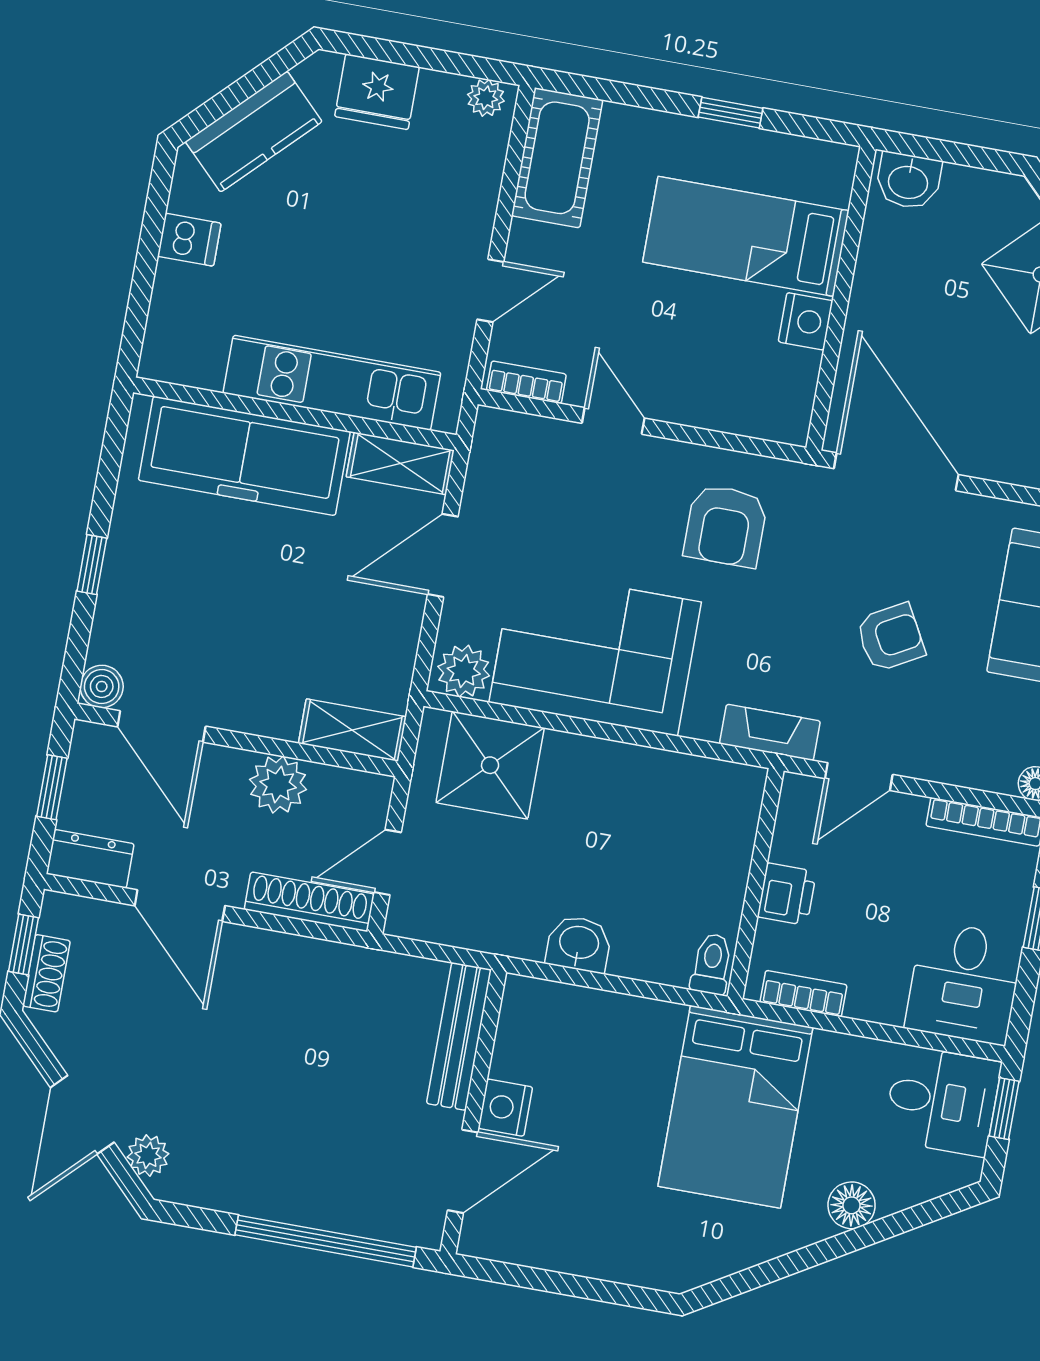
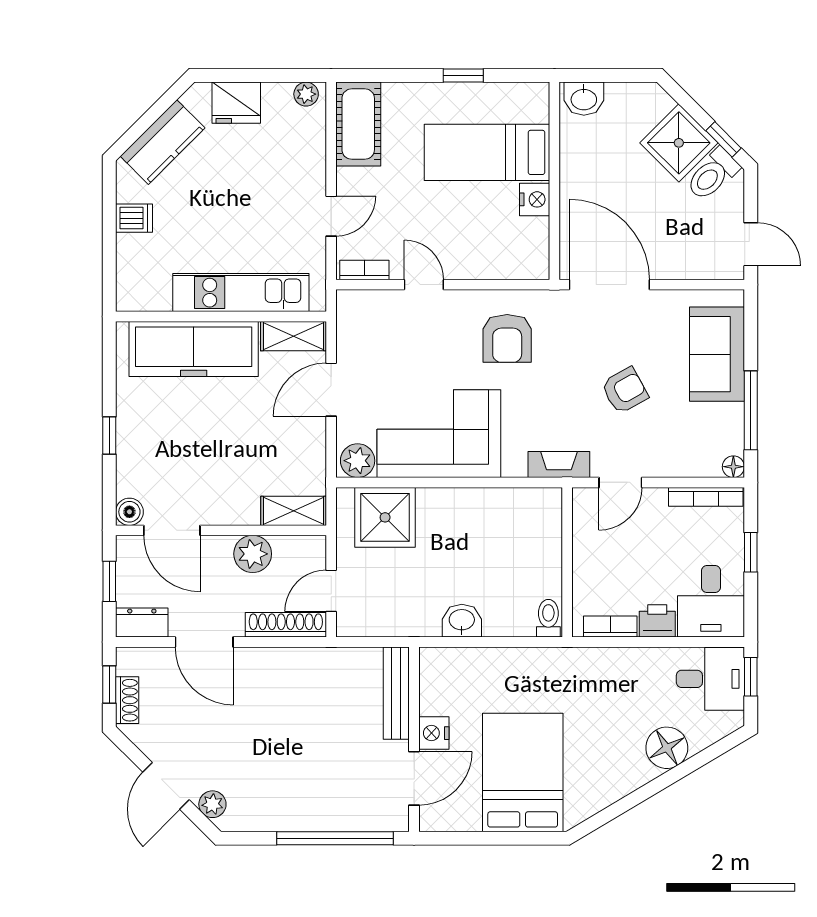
printer: (787, 894) -> (657, 621), moved, turned -90
bed: (735, 1107) -> (523, 773), moved, turned 180
floor lamp: (852, 1205) -> (667, 748), width x1.38, depth x1.38

